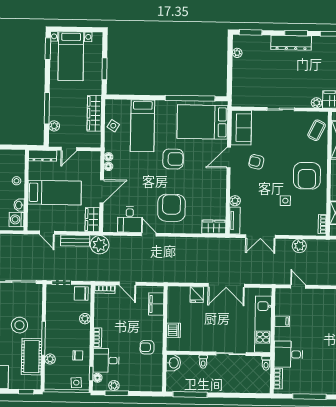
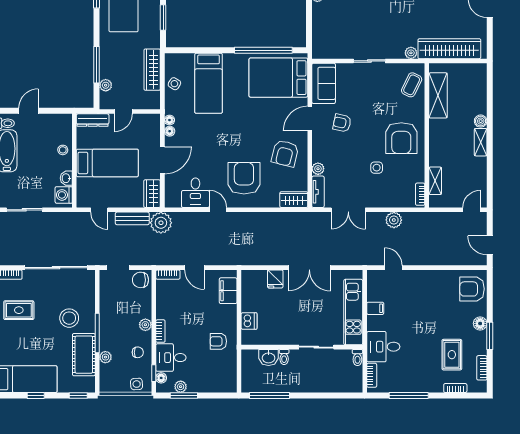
armchair: (173, 159) -> (285, 153), moved, turned 104
plant: (85, 319) -> (145, 325), moved
washbasin: (173, 363) -> (269, 357), moved, turned 90

